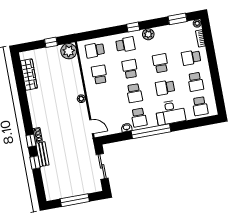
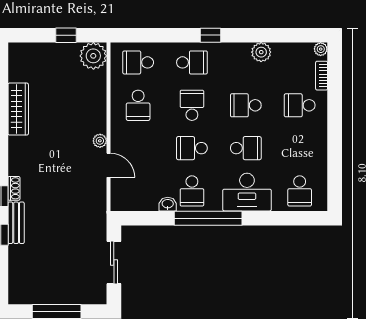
window: (177, 19) -> (289, 35), removed
plant: (148, 34) -> (261, 52), moved
school desk: (161, 63) -> (246, 105), turned -90
wardrobe: (29, 75) -> (18, 109), moved
school desk: (99, 75) -> (138, 105), turned 180
school desk: (196, 82) -> (300, 148), removed
school desk: (165, 88) -> (246, 148), turned 180
school desk: (134, 93) -> (192, 148), turned 90
door: (92, 127) -> (109, 165), moved

